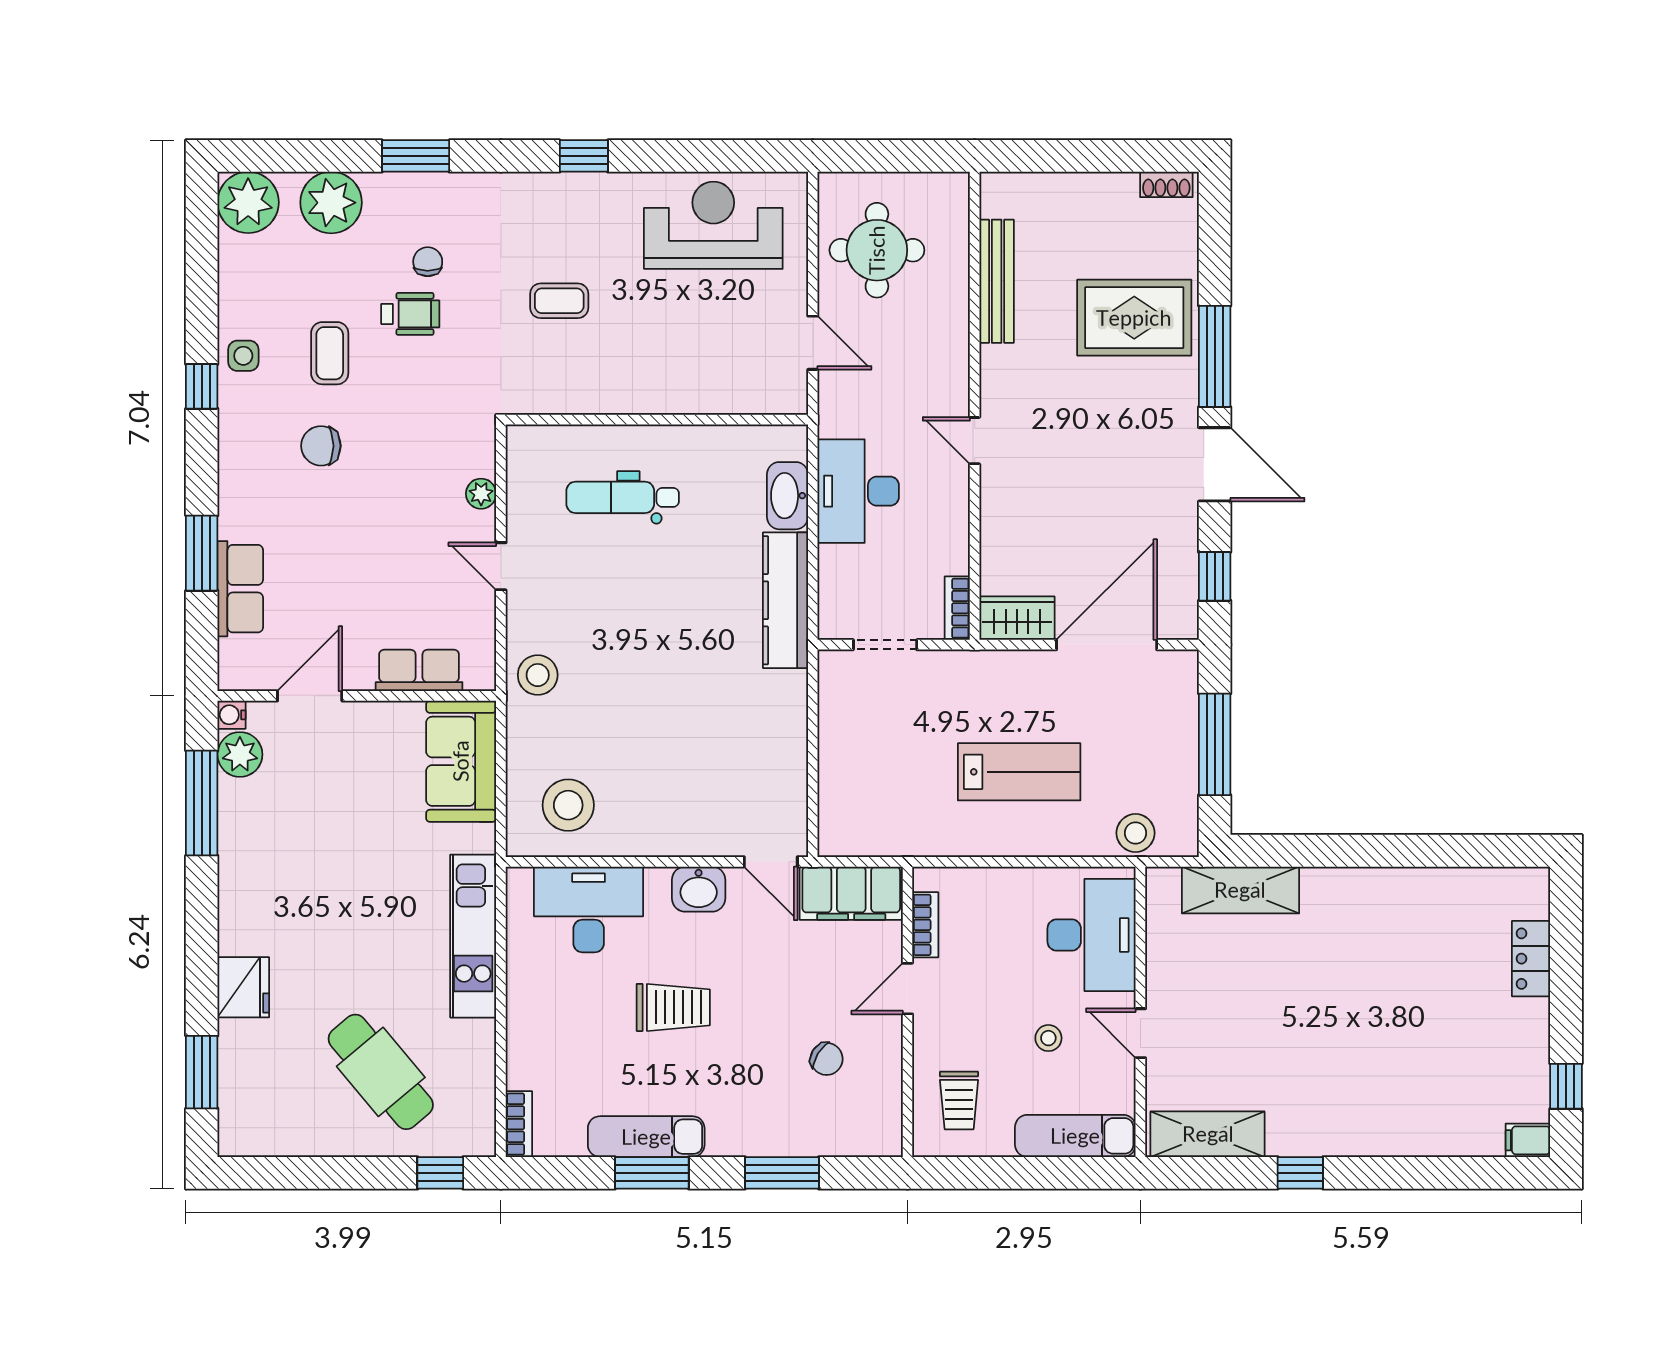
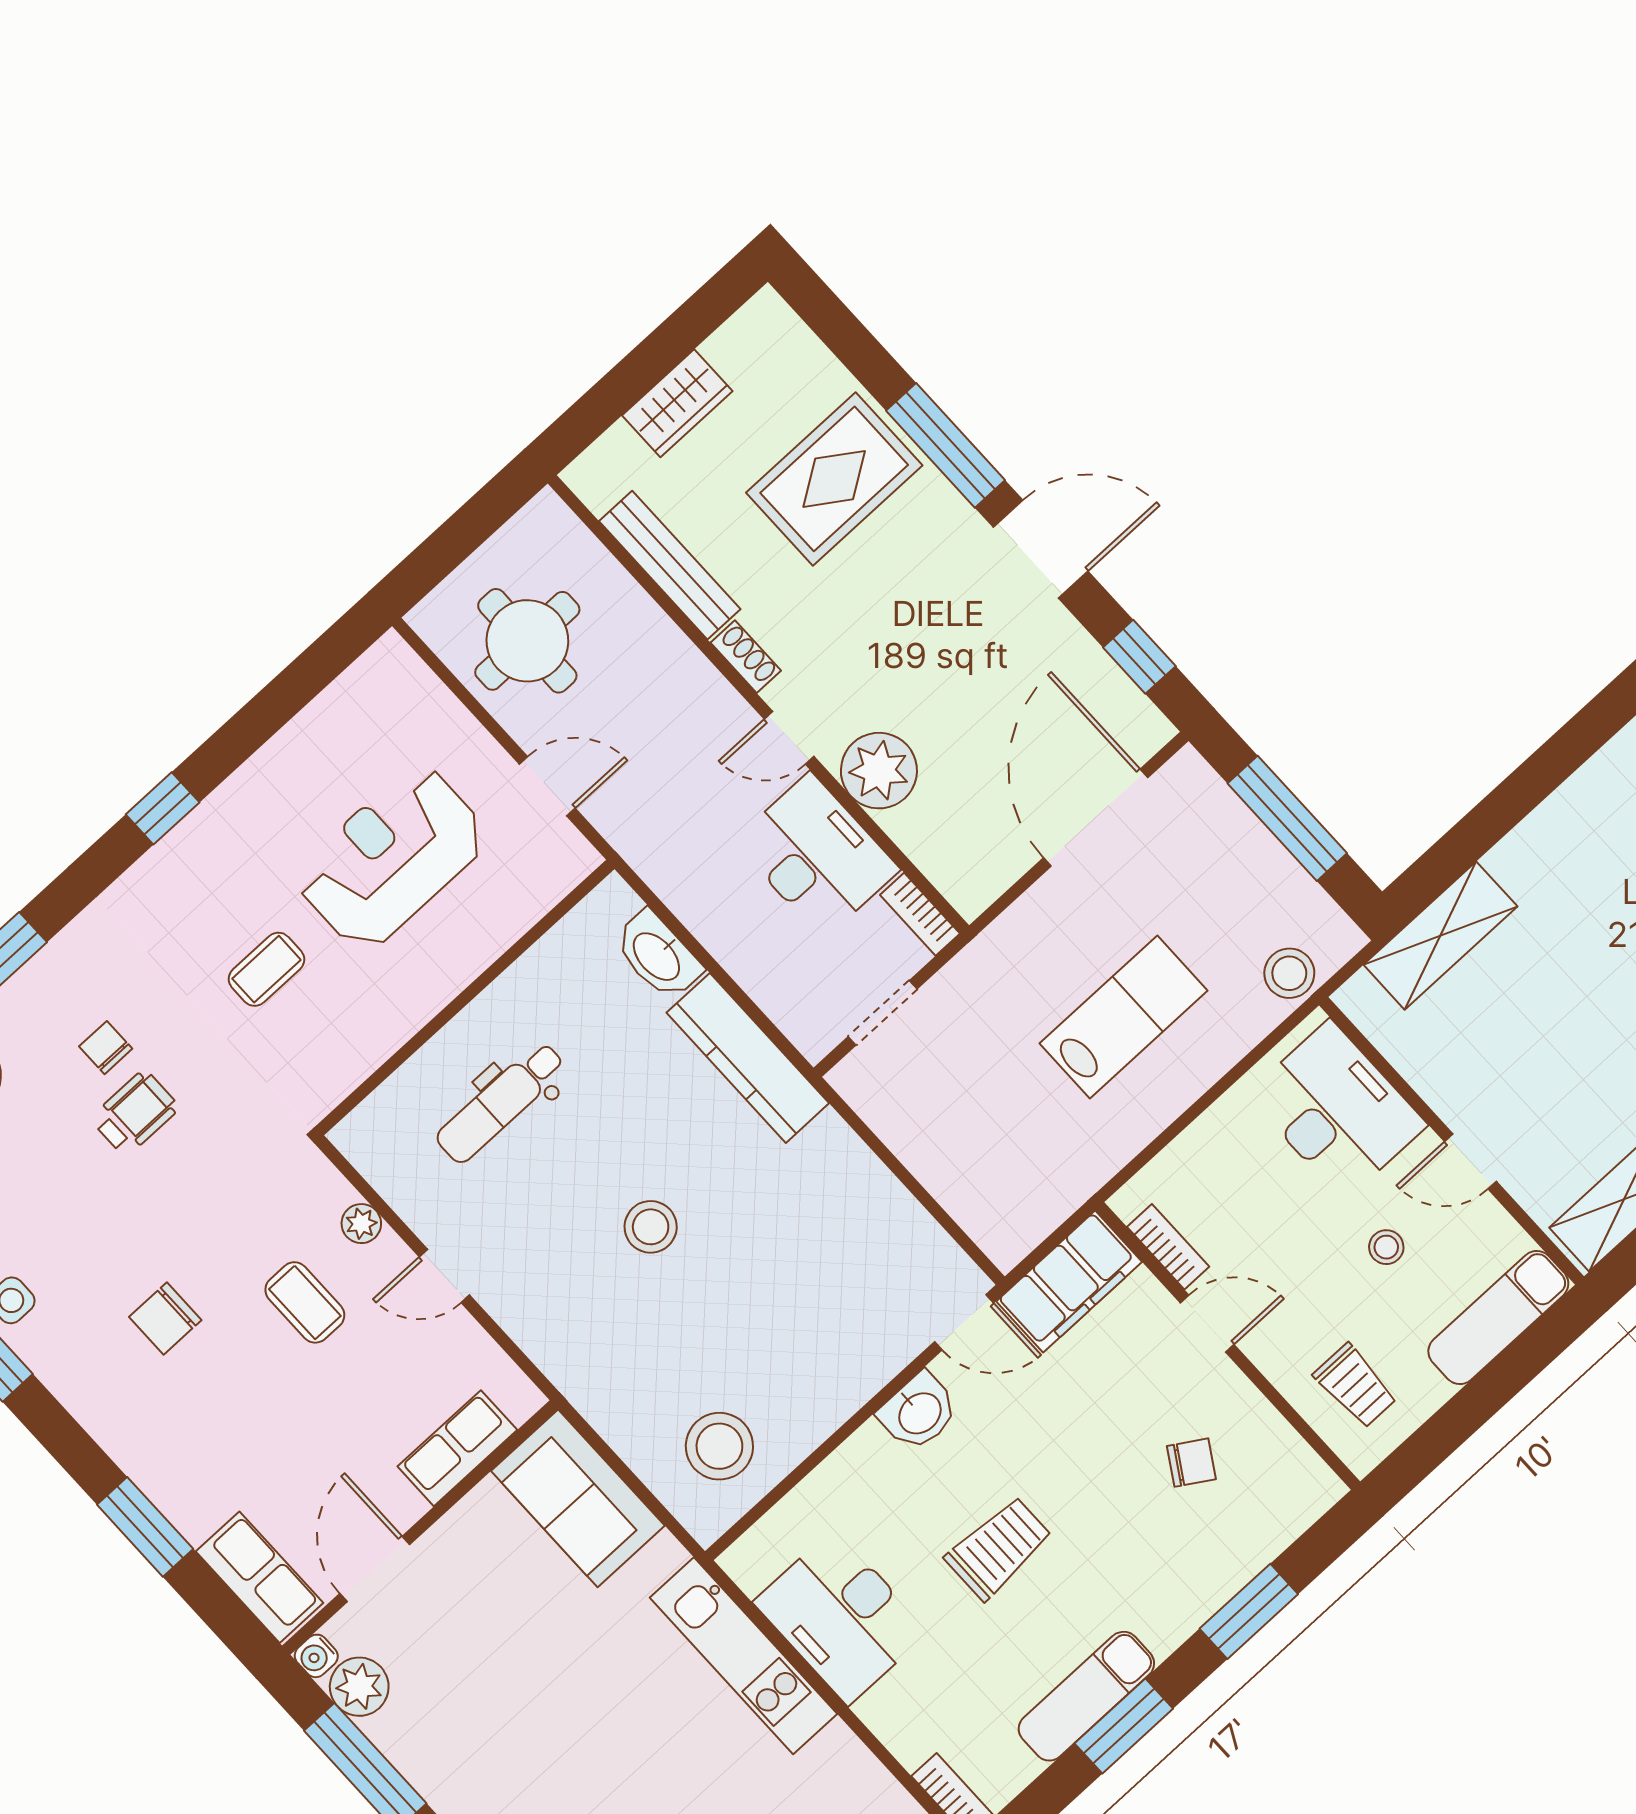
shoe rack: (1166, 184) -> (746, 657), moved, turned -90
reception desk: (713, 225) -> (392, 858), moved
coffee table: (330, 353) -> (305, 1302), moved
desk: (858, 491) -> (817, 856), moved, turned 180
plant: (1008, 506) -> (879, 771), added
row of seats: (240, 589) -> (259, 1577), moved
wardrobe: (1017, 618) -> (677, 403), moved, turned 180
stool: (538, 675) -> (651, 1227), moved
desk: (589, 909) -> (841, 1617), moved, turned -90
door: (908, 989) -> (1207, 1324), swing flipped

